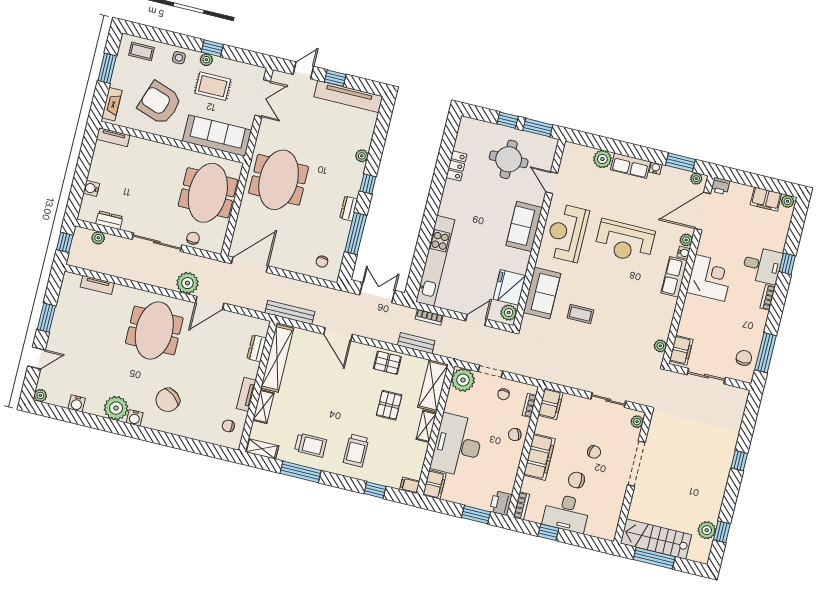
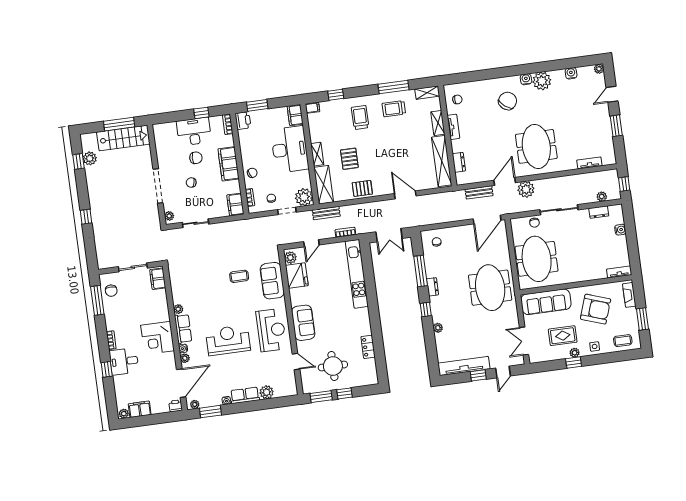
bench: (290, 312) -> (479, 192), moved, width x0.73
bench: (416, 343) -> (326, 213), moved
plant: (660, 346) -> (178, 309), moved

